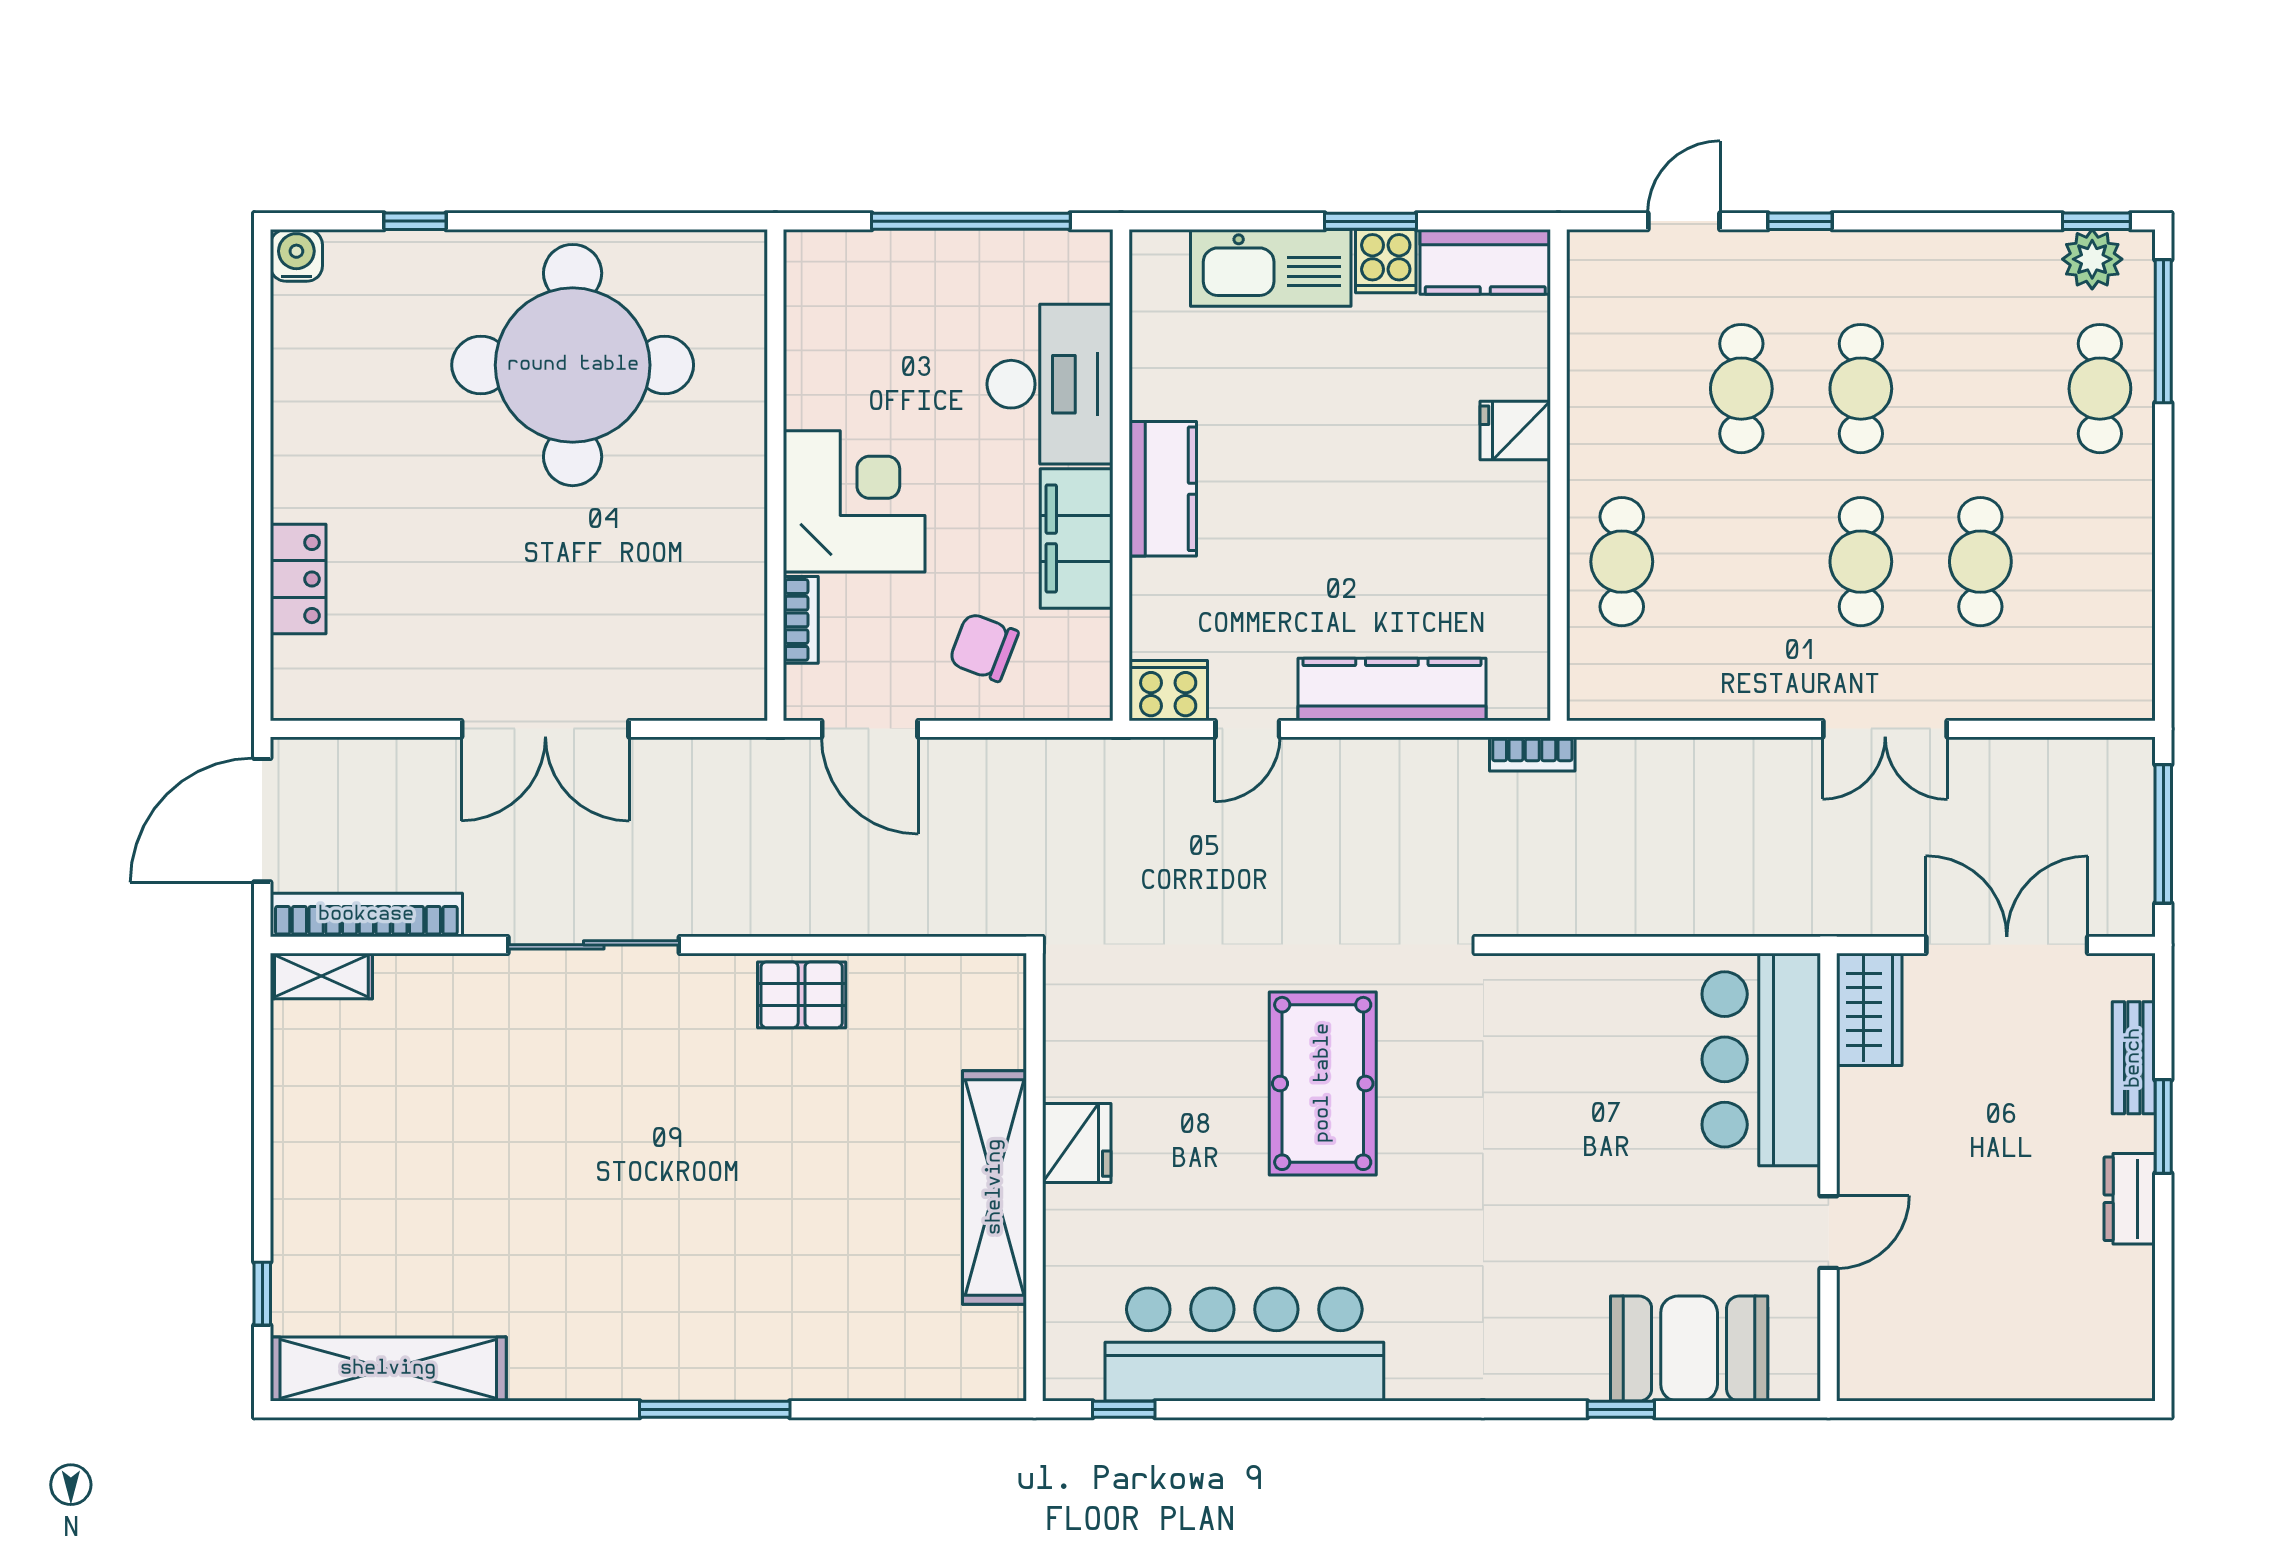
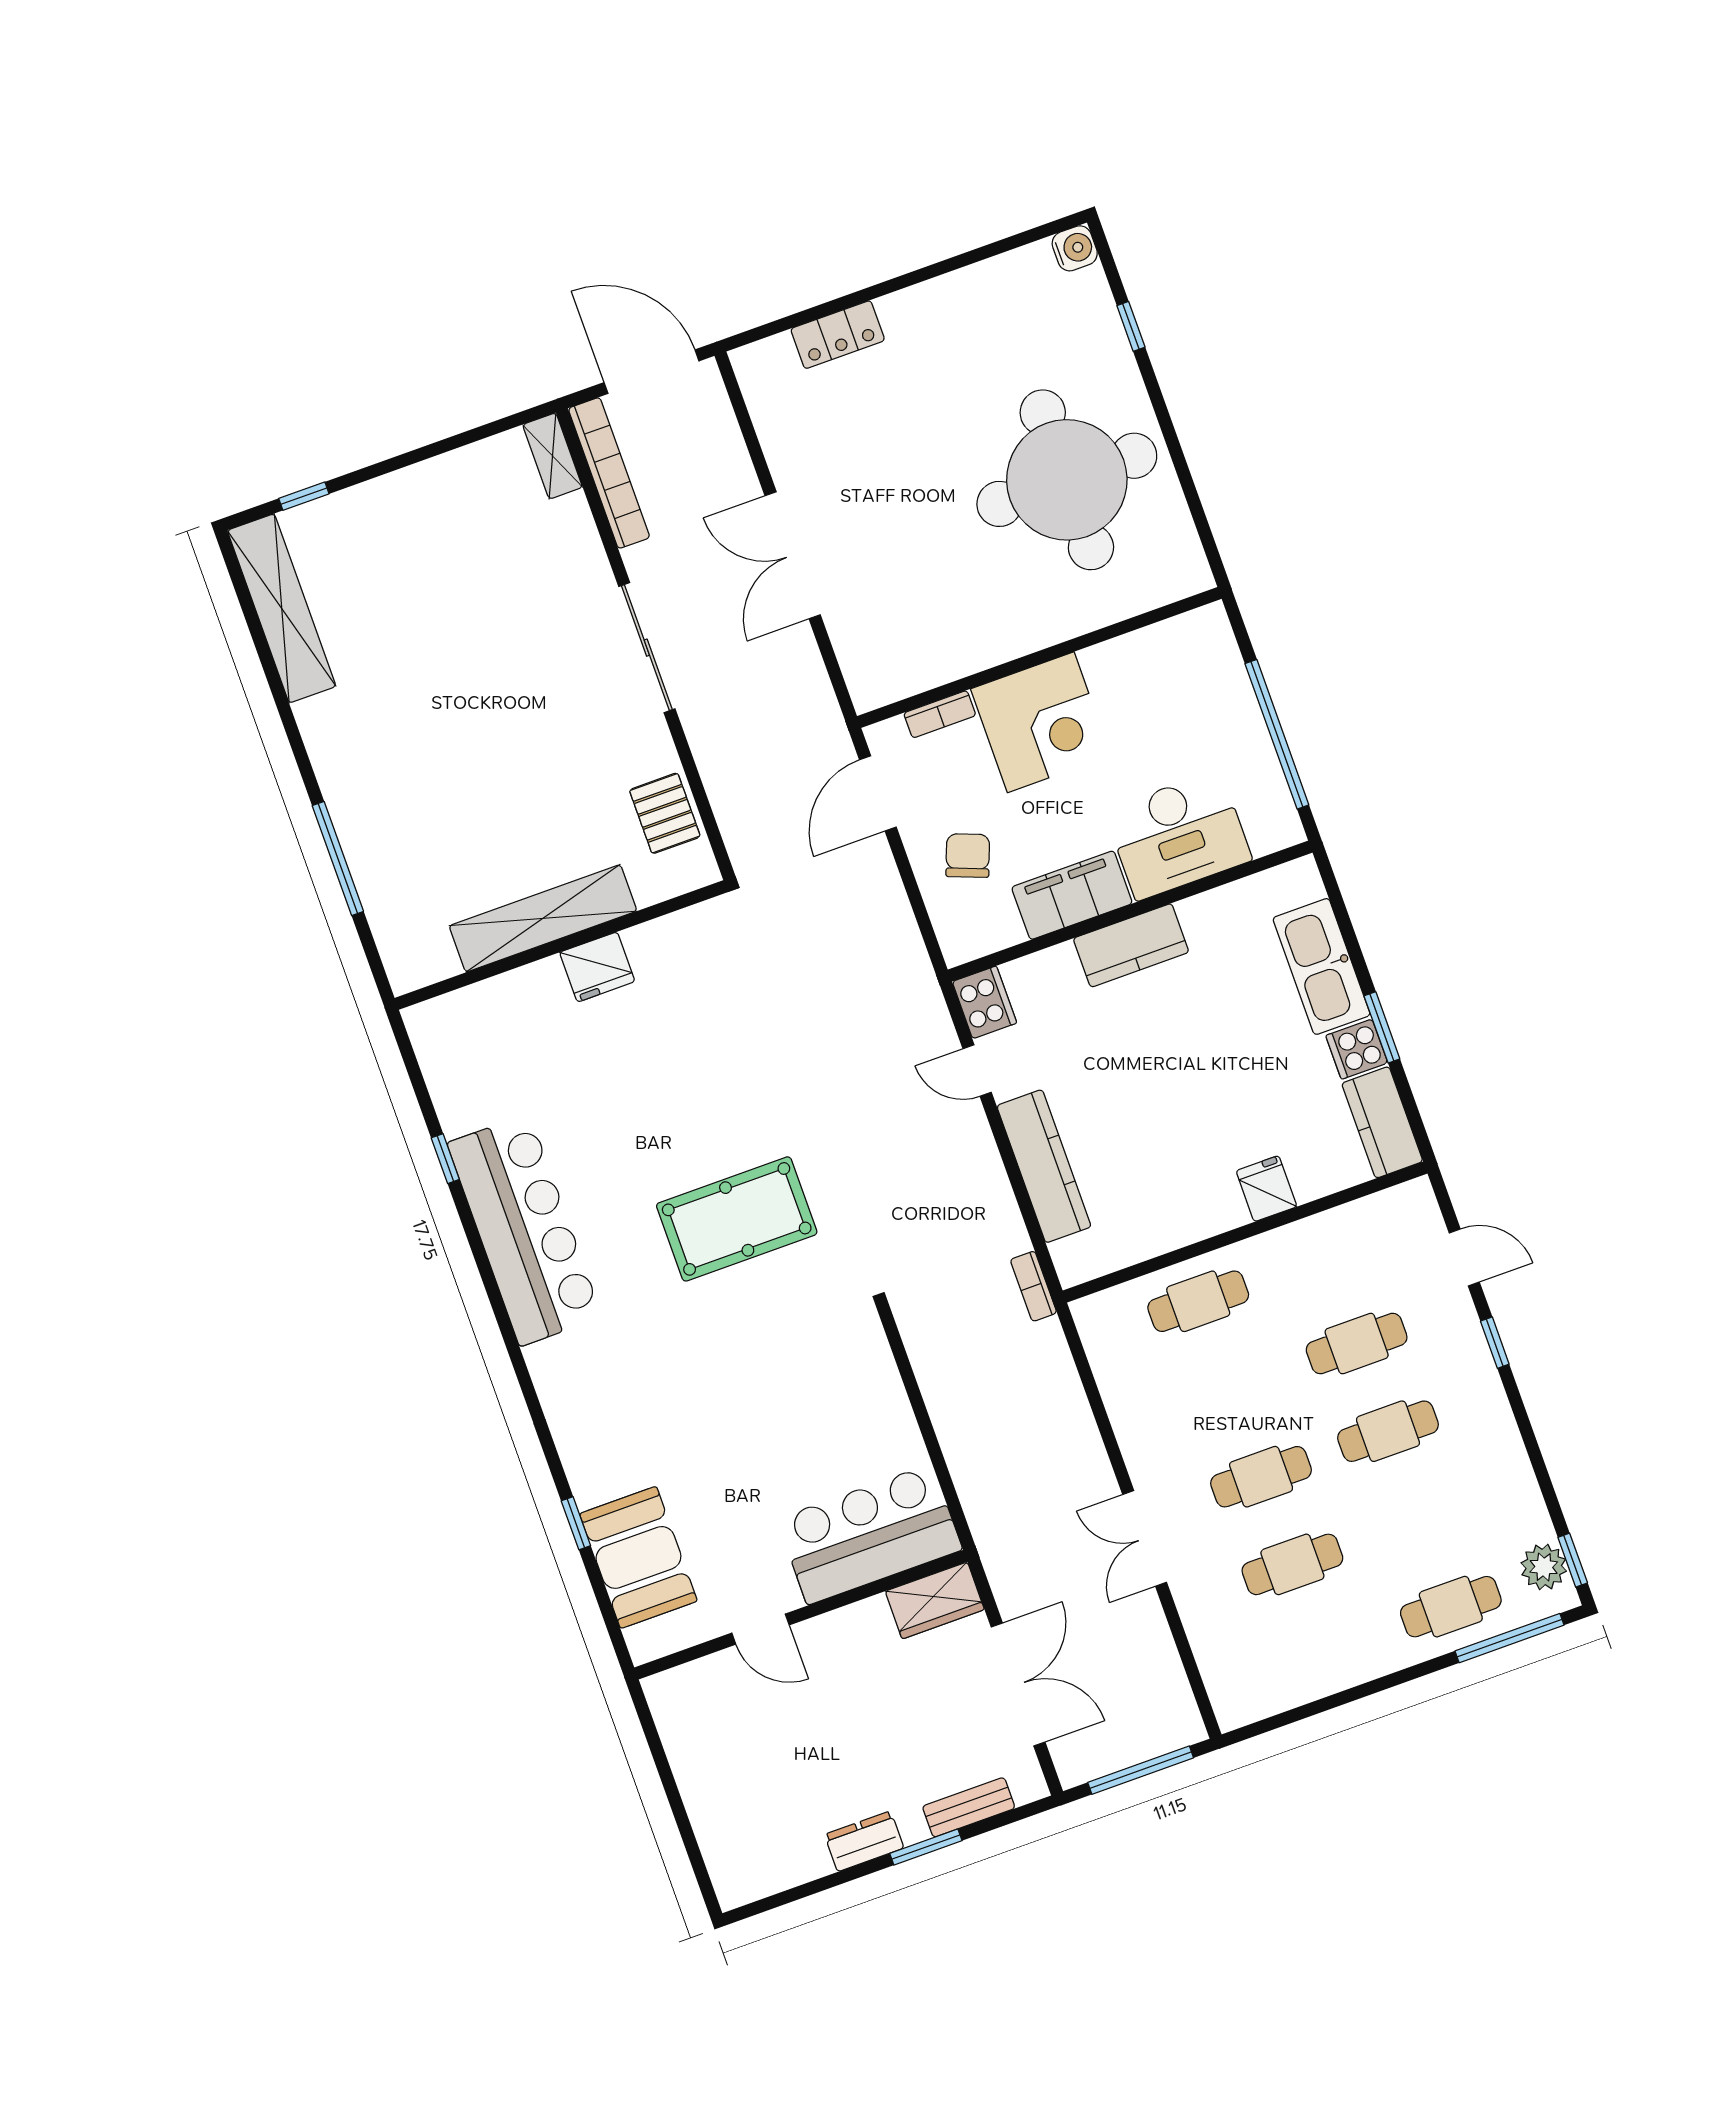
fridge: (1077, 1143) -> (597, 967), moved
wall: (1035, 1177) -> (561, 945), moved
shelving: (995, 1187) -> (543, 918), moved

